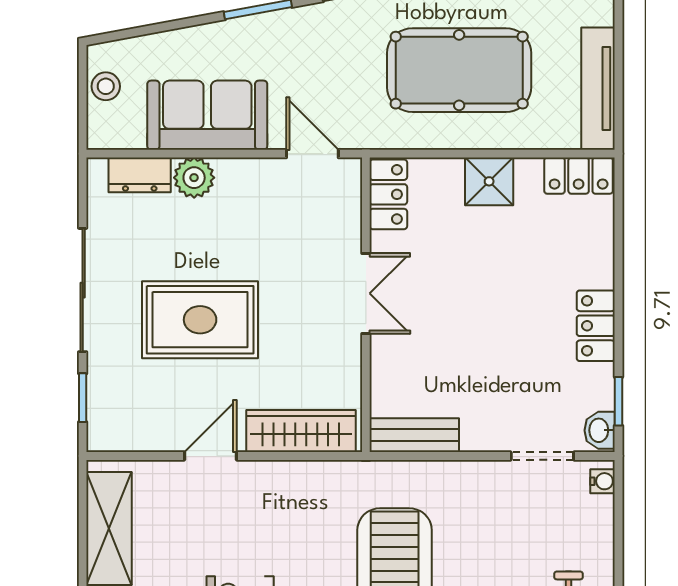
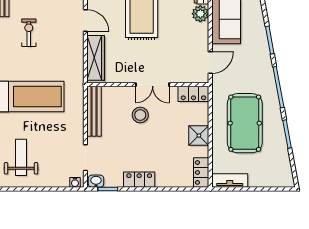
tv unit: (598, 89) -> (230, 181), width x0.71
stool: (439, 323) -> (140, 115), added
bench: (414, 435) -> (94, 111), width x1.36

